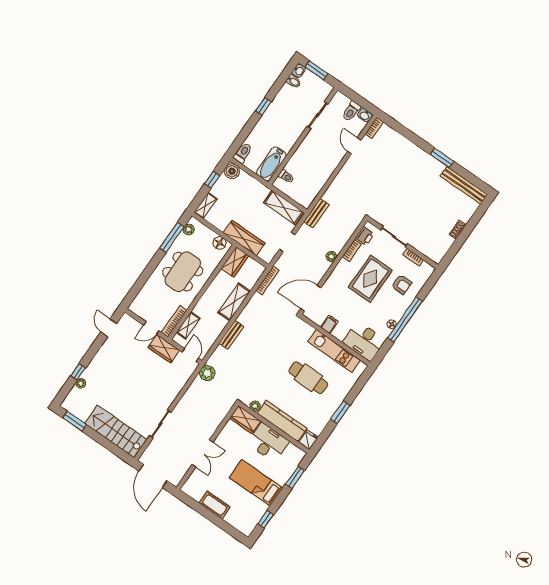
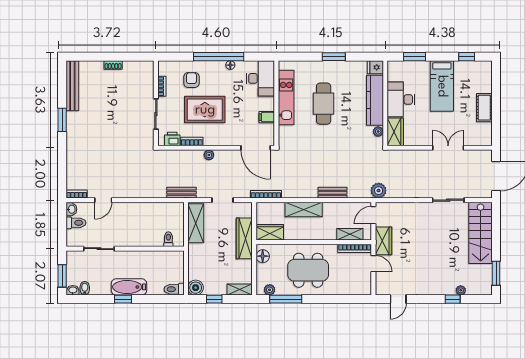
bathtub: (271, 164) -> (129, 287), moved, turned 180

